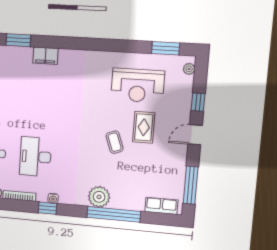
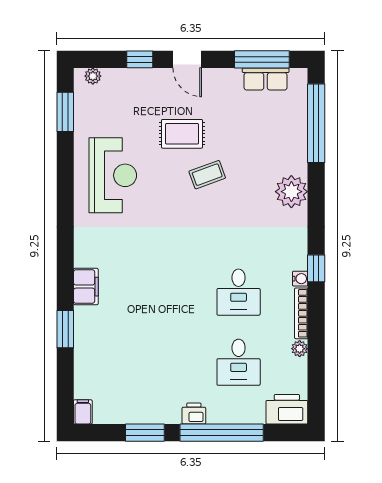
reception desk: (138, 85) -> (113, 175), moved
desk: (35, 157) -> (239, 292), width x0.73
water cooler: (53, 198) -> (300, 279), moved
row of seats: (161, 206) -> (266, 79), moved, turned -90
window: (114, 214) -> (316, 123), moved

